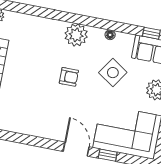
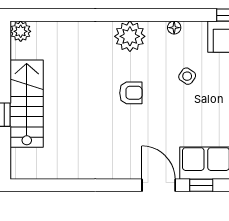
side table: (113, 73) -> (187, 76), width x0.54, depth x0.54

